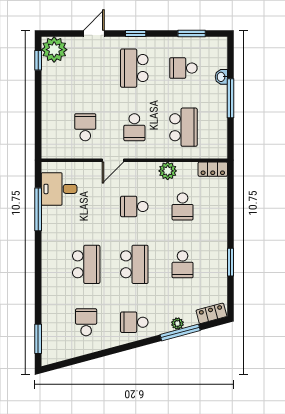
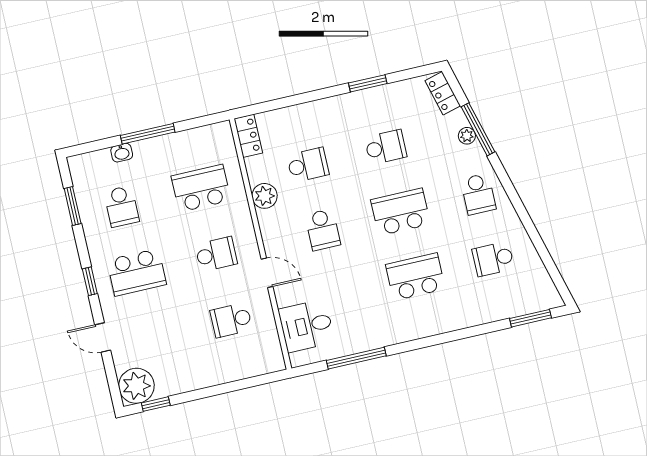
desk: (59, 189) -> (306, 326), moved, turned 90

